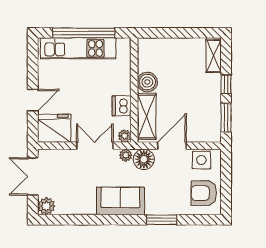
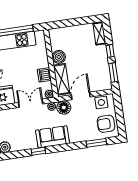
window: (96, 220) -> (38, 151), added
window: (162, 220) -> (96, 143), moved

